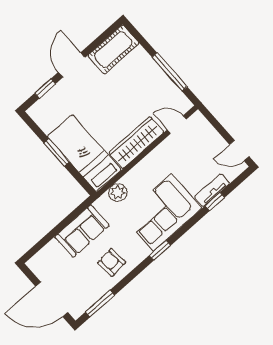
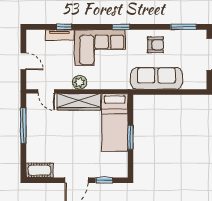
cot: (113, 49) -> (39, 170), width x0.73, depth x0.75
door: (239, 151) -> (23, 61), moved
plant: (118, 192) -> (80, 82), moved
sofa: (82, 231) -> (156, 78), width x1.36
armchair: (112, 263) -> (155, 45), turned -85

